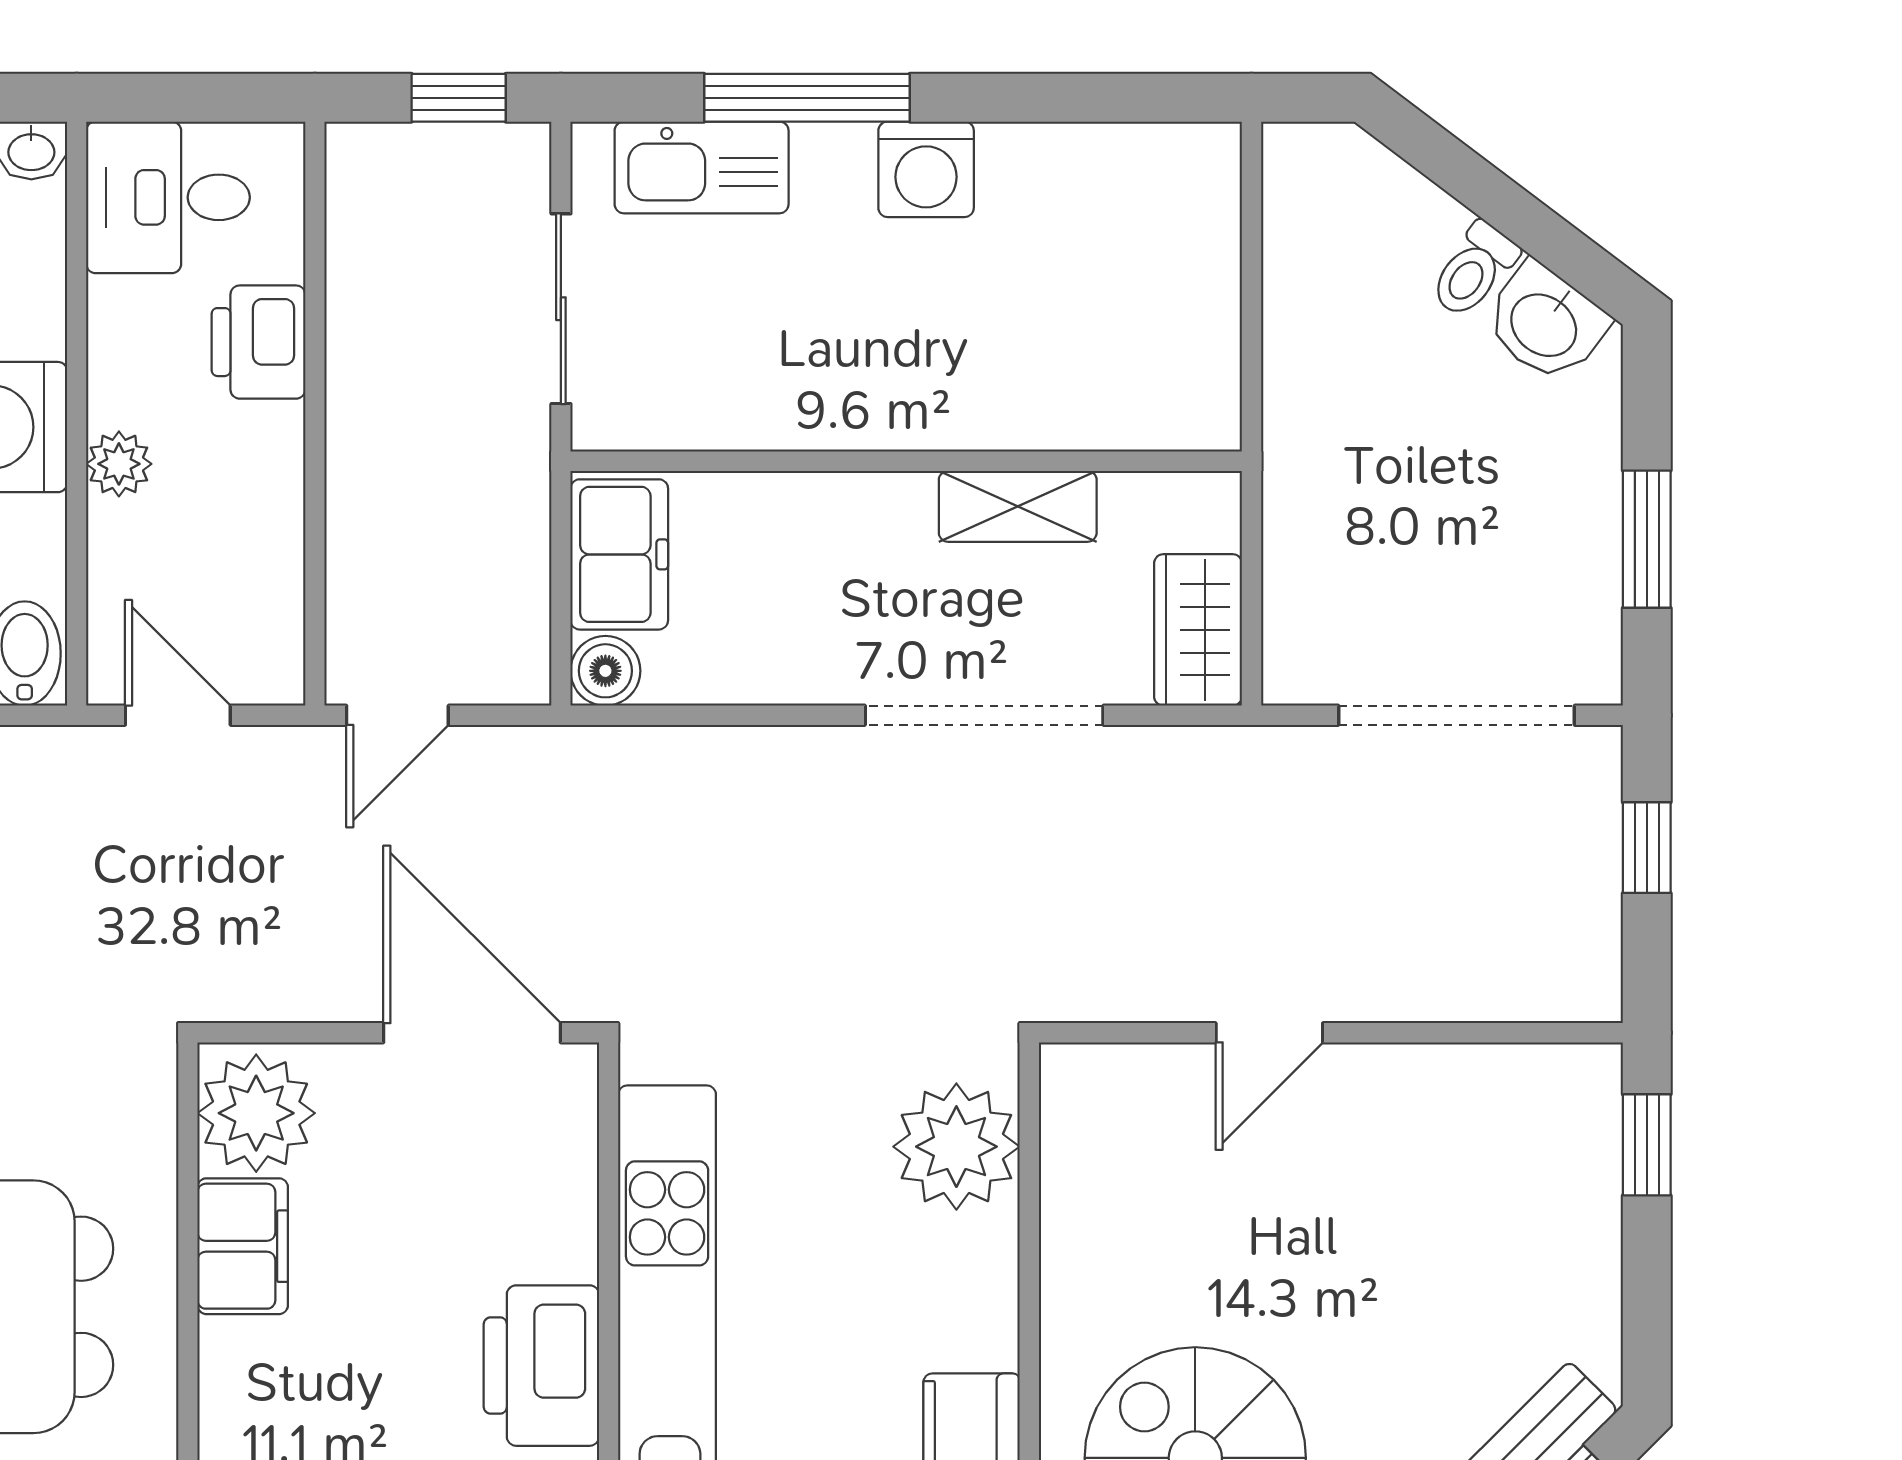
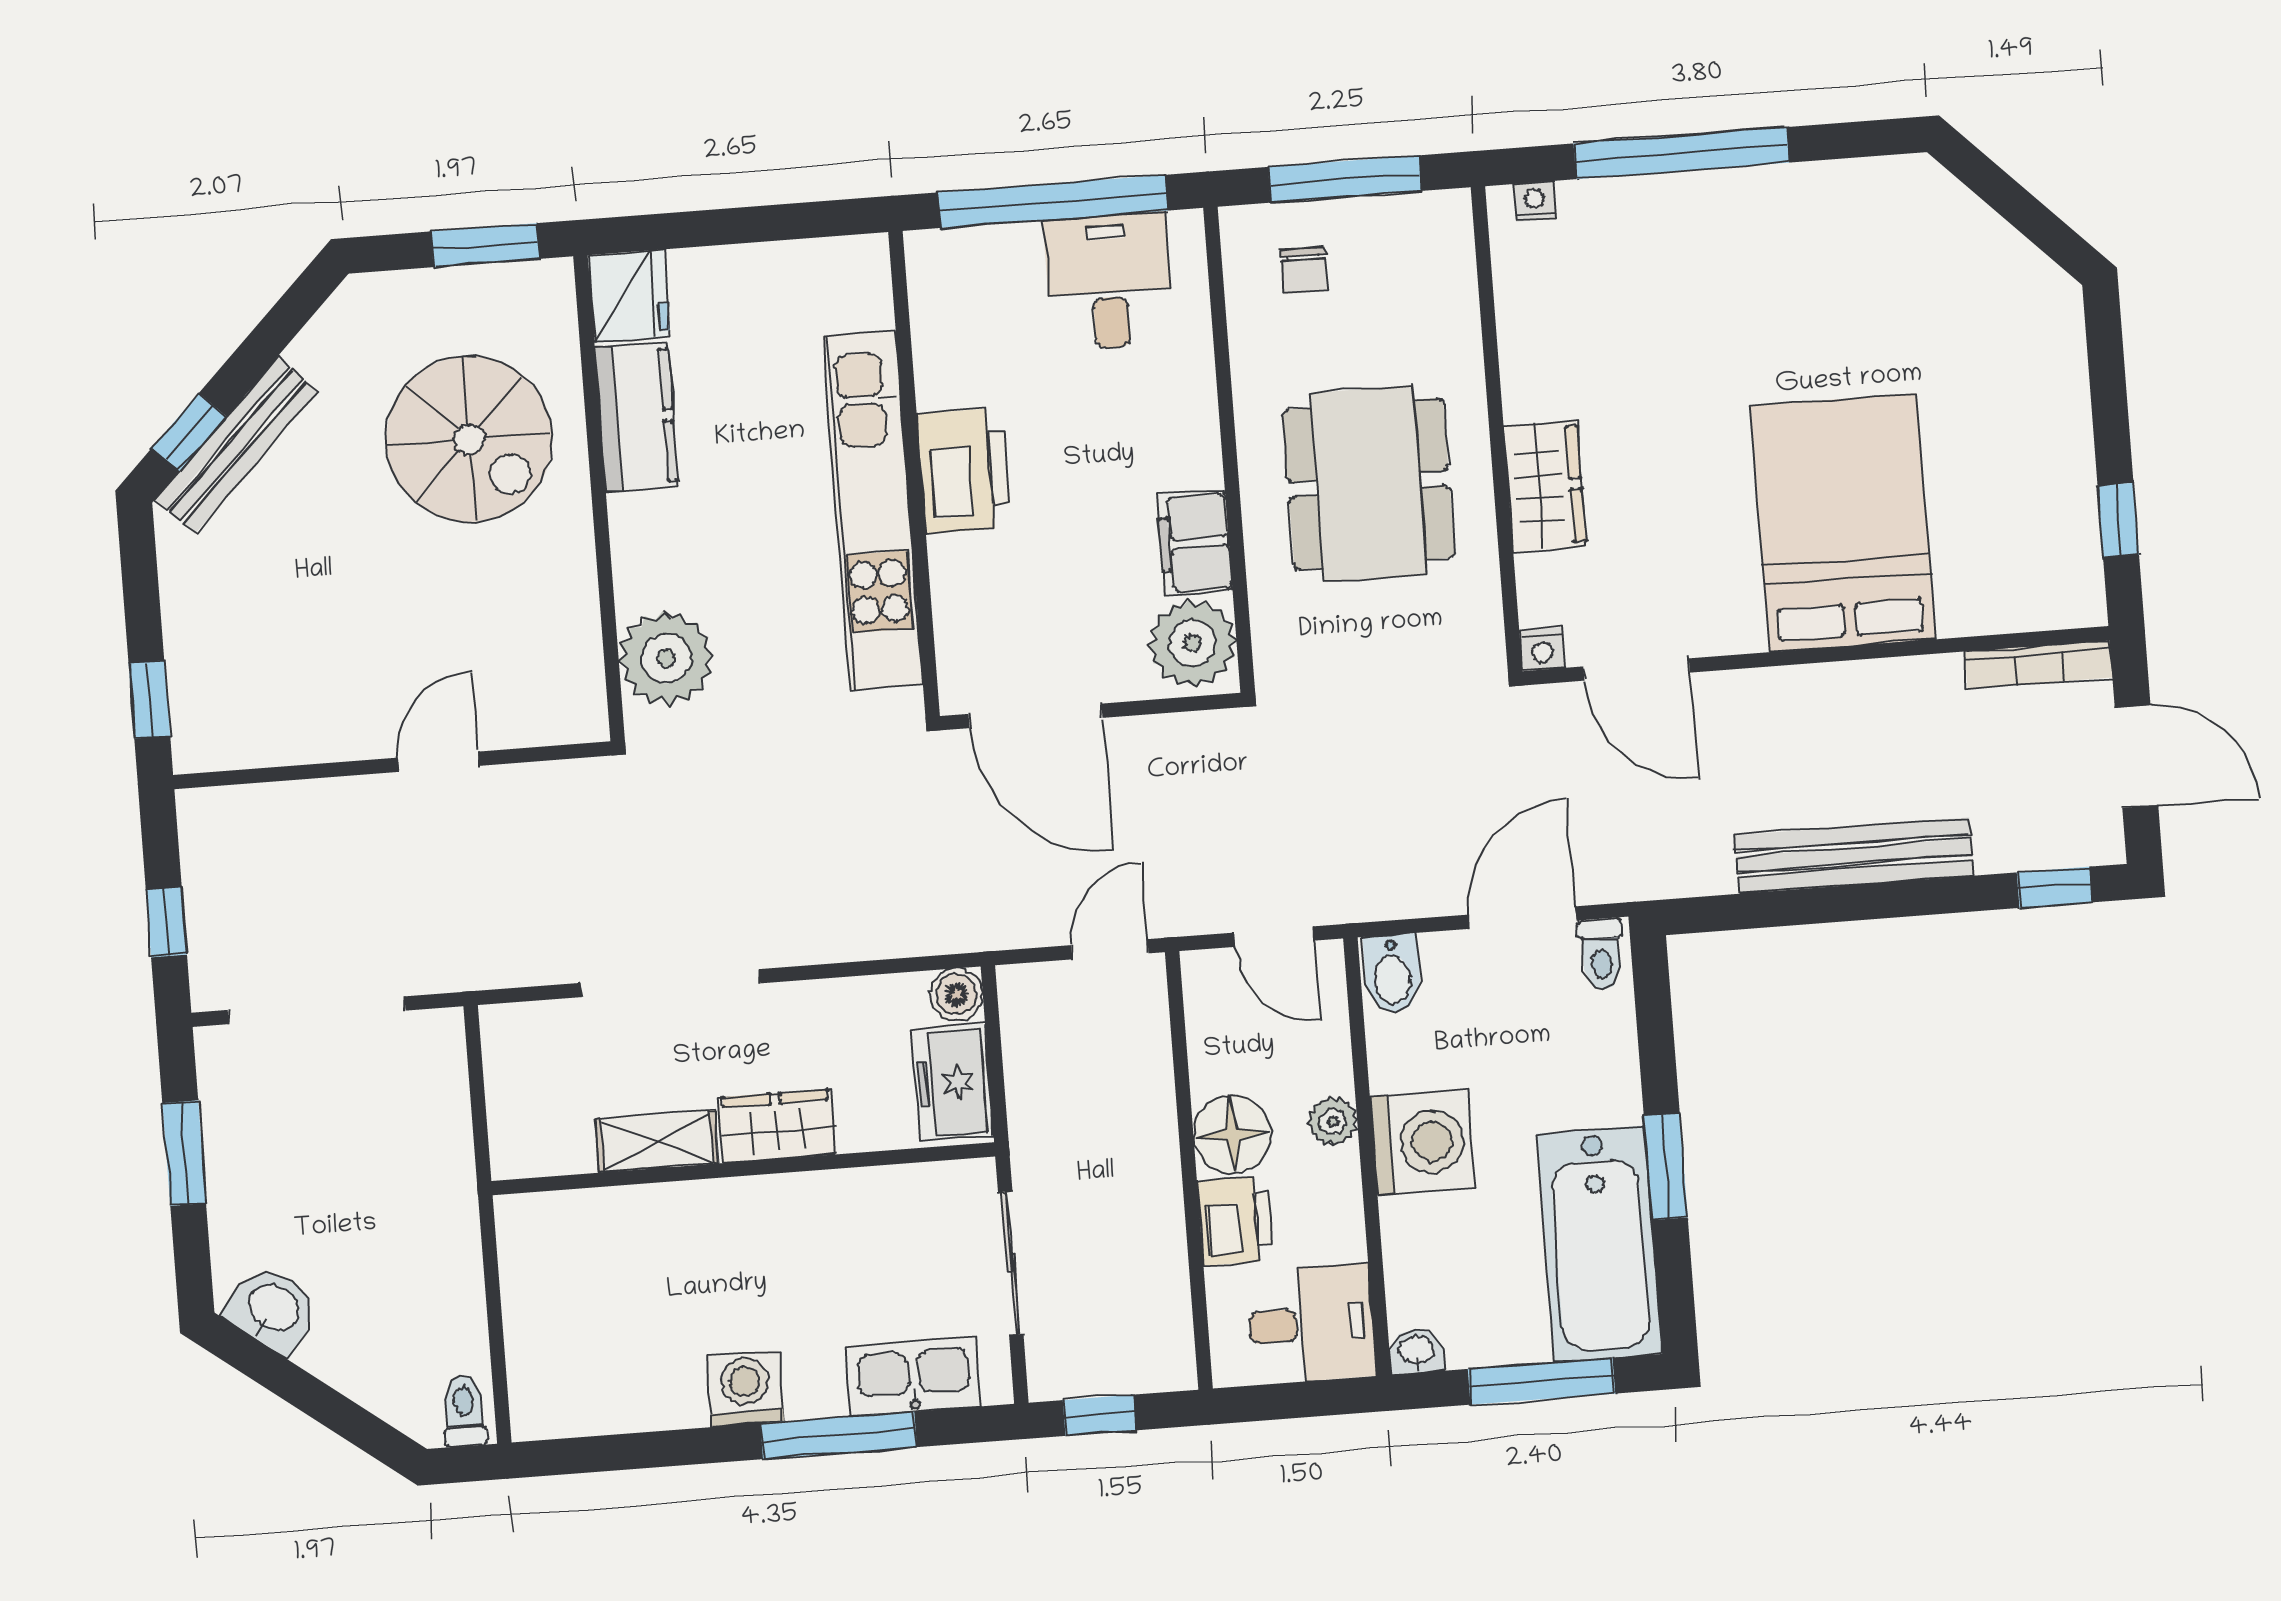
toilet: (1474, 270) -> (464, 1411), moved, turned -37
floor lamp: (253, 457) -> (1232, 1134), added
wardrobe: (1198, 630) -> (777, 1126), moved, turned -90

